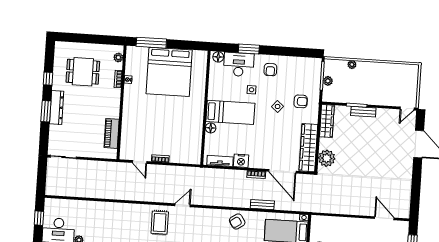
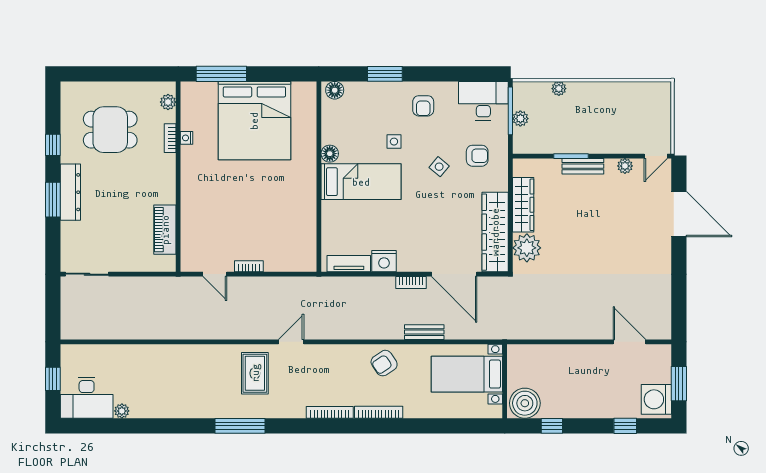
desk: (239, 64) -> (483, 101), moved
plant: (388, 113) -> (625, 166), added
wardrobe: (327, 121) -> (523, 205), moved
floor lamp: (211, 128) -> (330, 154), moved

